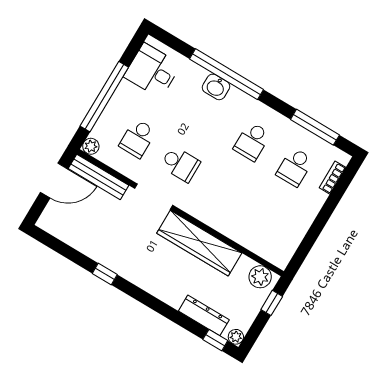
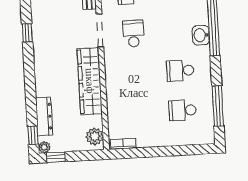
washbasin: (216, 87) -> (201, 35), moved
school desk: (180, 164) -> (133, 34), turned 180
bookcase: (333, 178) -> (123, 144), moved
window: (272, 303) -> (56, 157), moved

